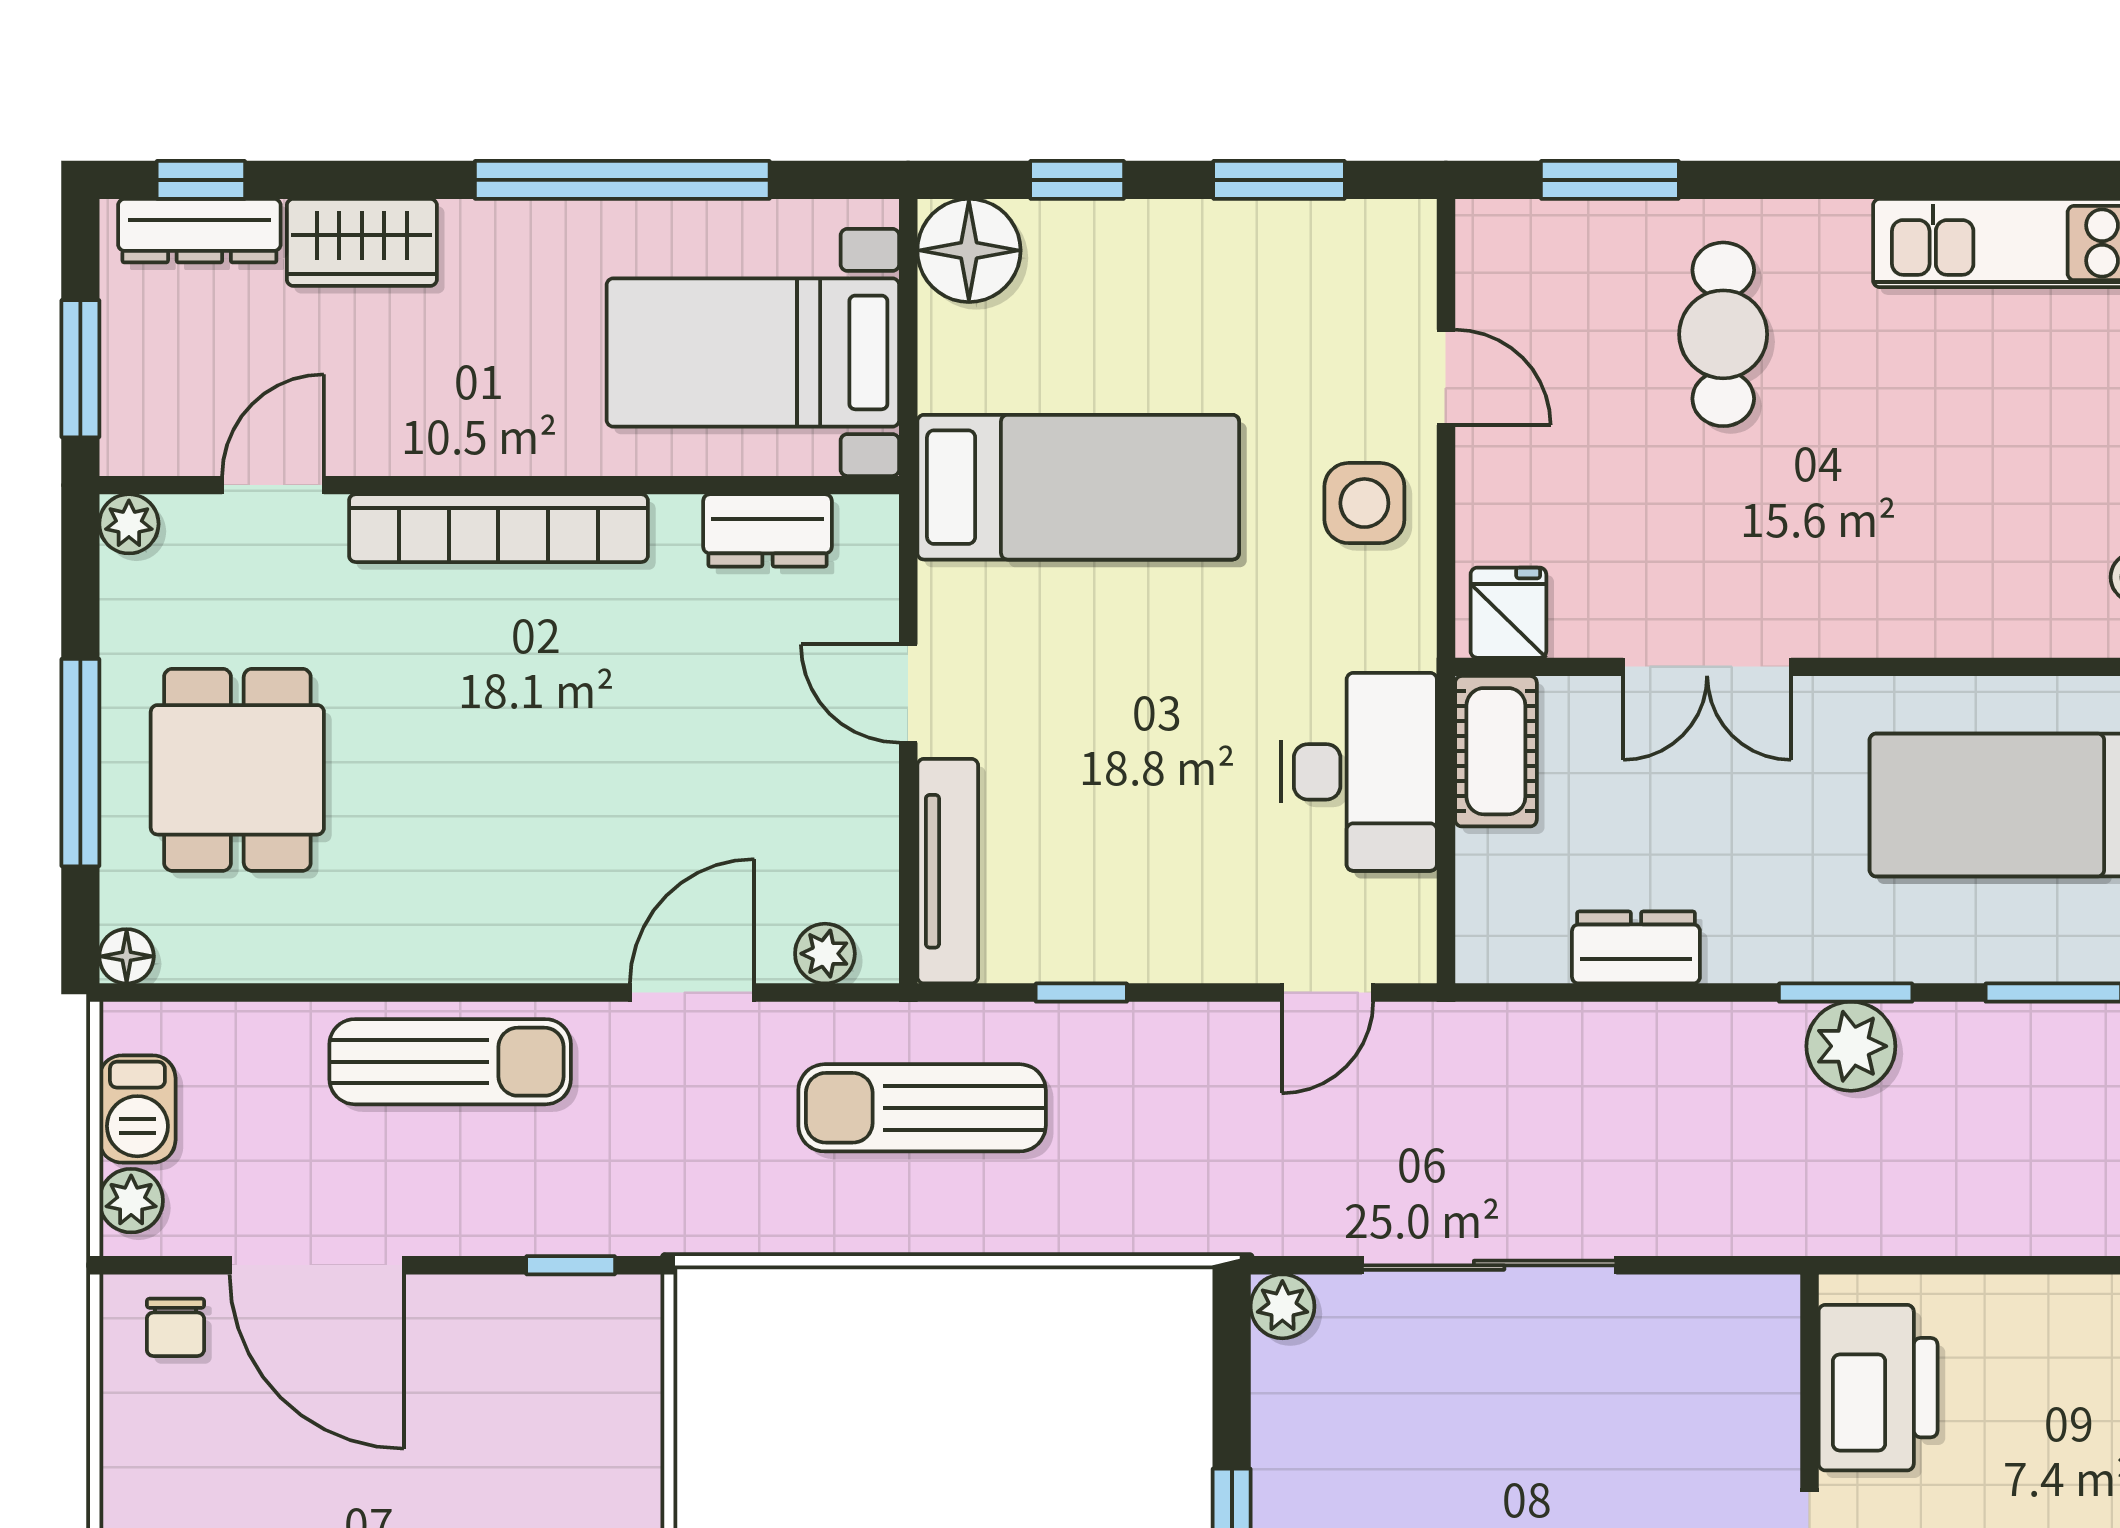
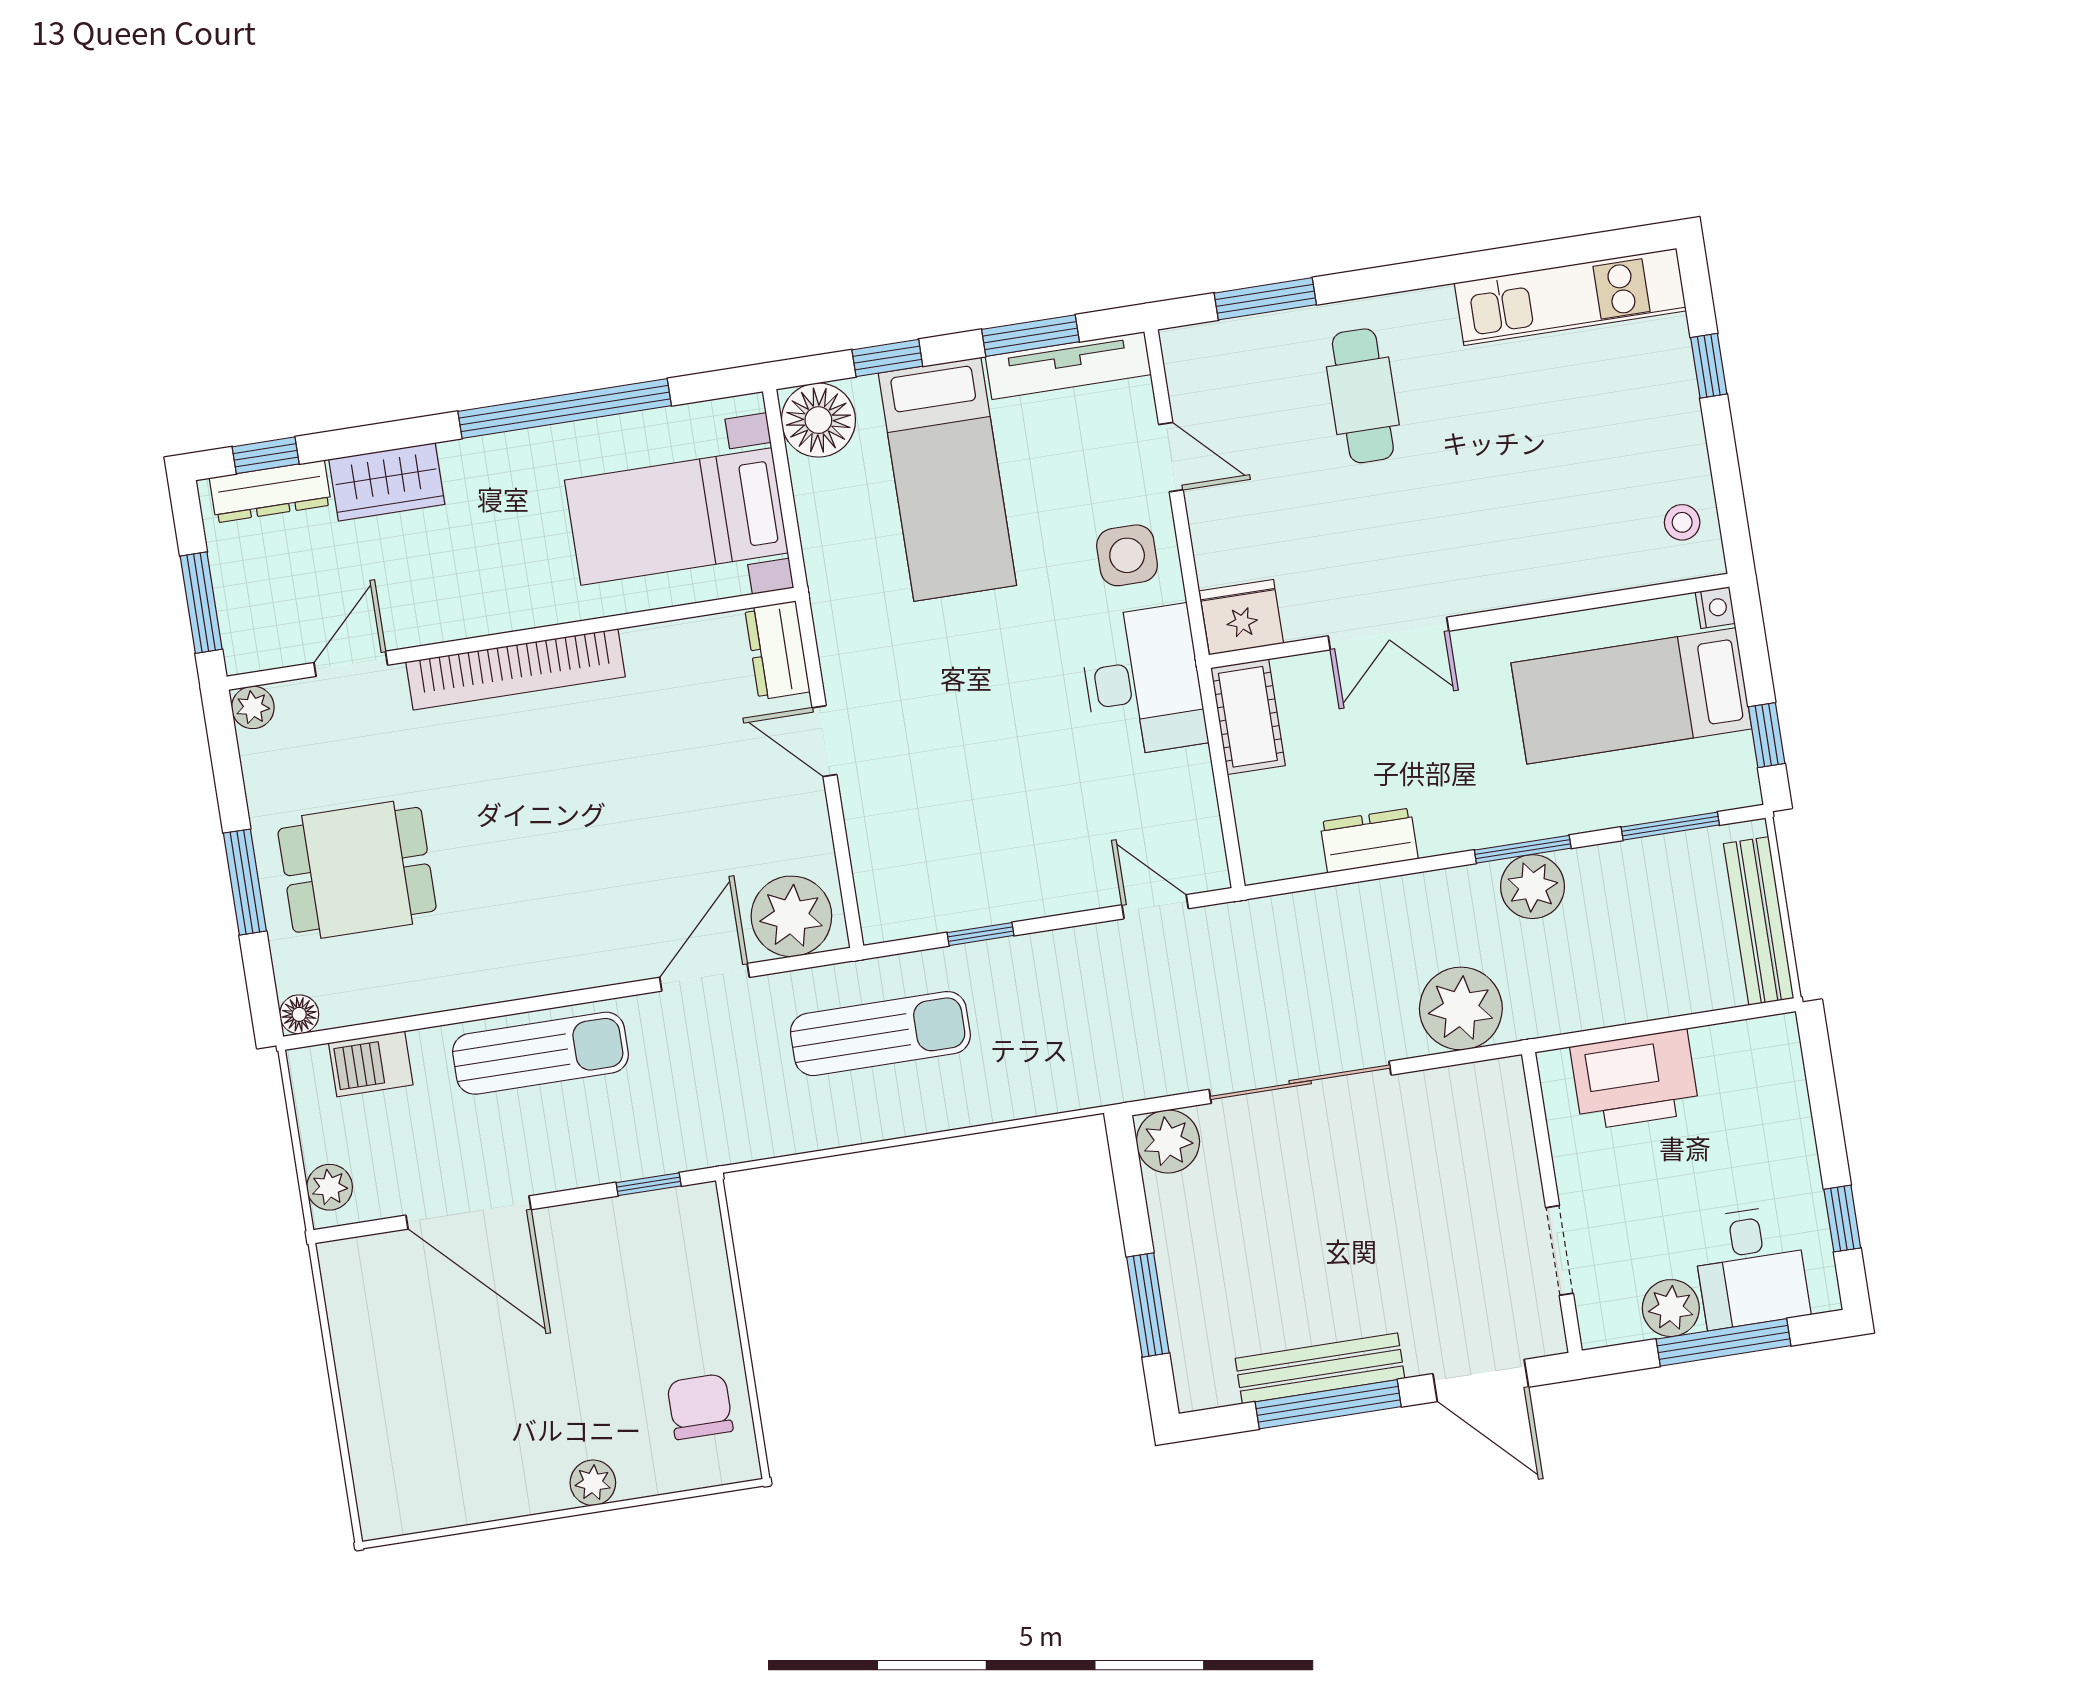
bed: (1078, 487) -> (947, 479), moved, turned 90
dresser: (767, 530) -> (777, 650), moved, turned 90
fridge: (1508, 613) -> (1241, 617), width x1.38
window: (80, 763) -> (245, 882), width x0.69
dining table: (237, 770) -> (357, 870), turned 90
desk: (1359, 772) -> (1143, 681), moved
tv unit: (948, 871) -> (1068, 366), moved, turned 90
plant: (825, 954) -> (791, 916), width x1.88, depth x1.88
door: (1327, 993) -> (1155, 907), swing flipped
sun lounger: (922, 1108) -> (880, 1034), turned 180
barbecue: (137, 1109) -> (371, 1064), moved, turned 90
plant: (1726, 1199) -> (1461, 1009), added
plant: (1282, 1306) -> (1168, 1141), width x1.38, depth x1.38
chair: (175, 1327) -> (375, 1272), removed
printer: (1878, 1388) -> (1635, 1080), moved, turned 90

